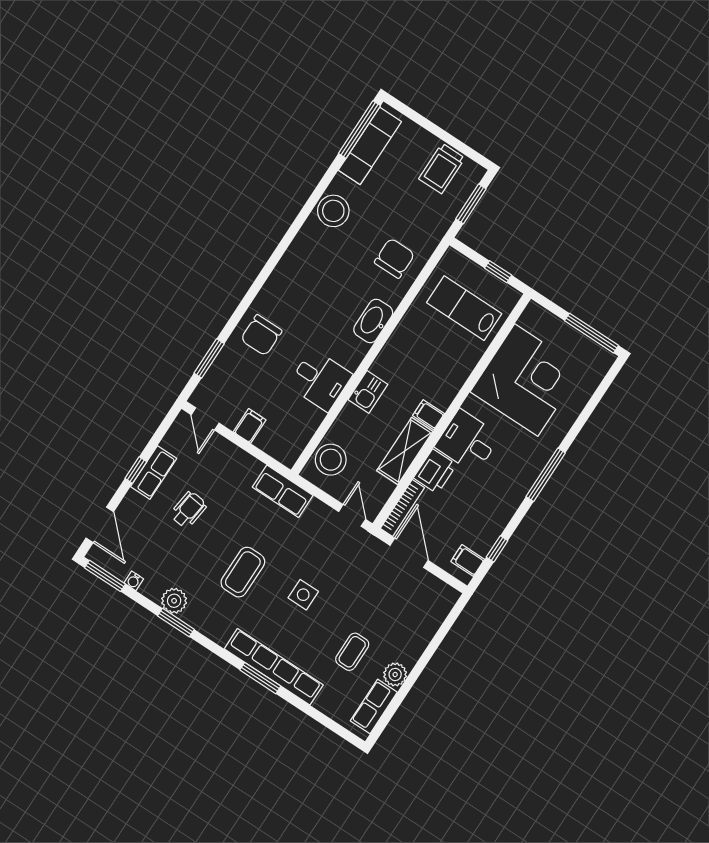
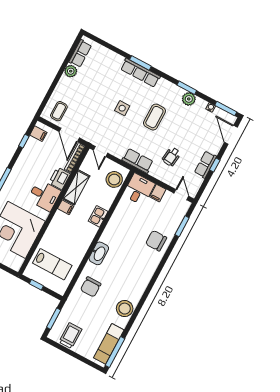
chair: (261, 335) -> (156, 241), turned -90
desk: (320, 380) -> (139, 189), moved, turned 90
wheelchair: (188, 510) -> (171, 157), moved
coffee table: (352, 652) -> (59, 111), moved
row of seats: (274, 667) -> (140, 73), width x0.73

